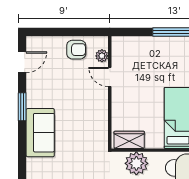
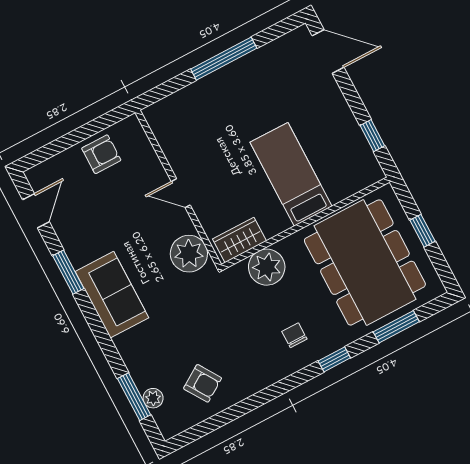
plant: (102, 56) -> (189, 254), moved, width x1.88, depth x1.88
door: (110, 77) -> (181, 193), moved

